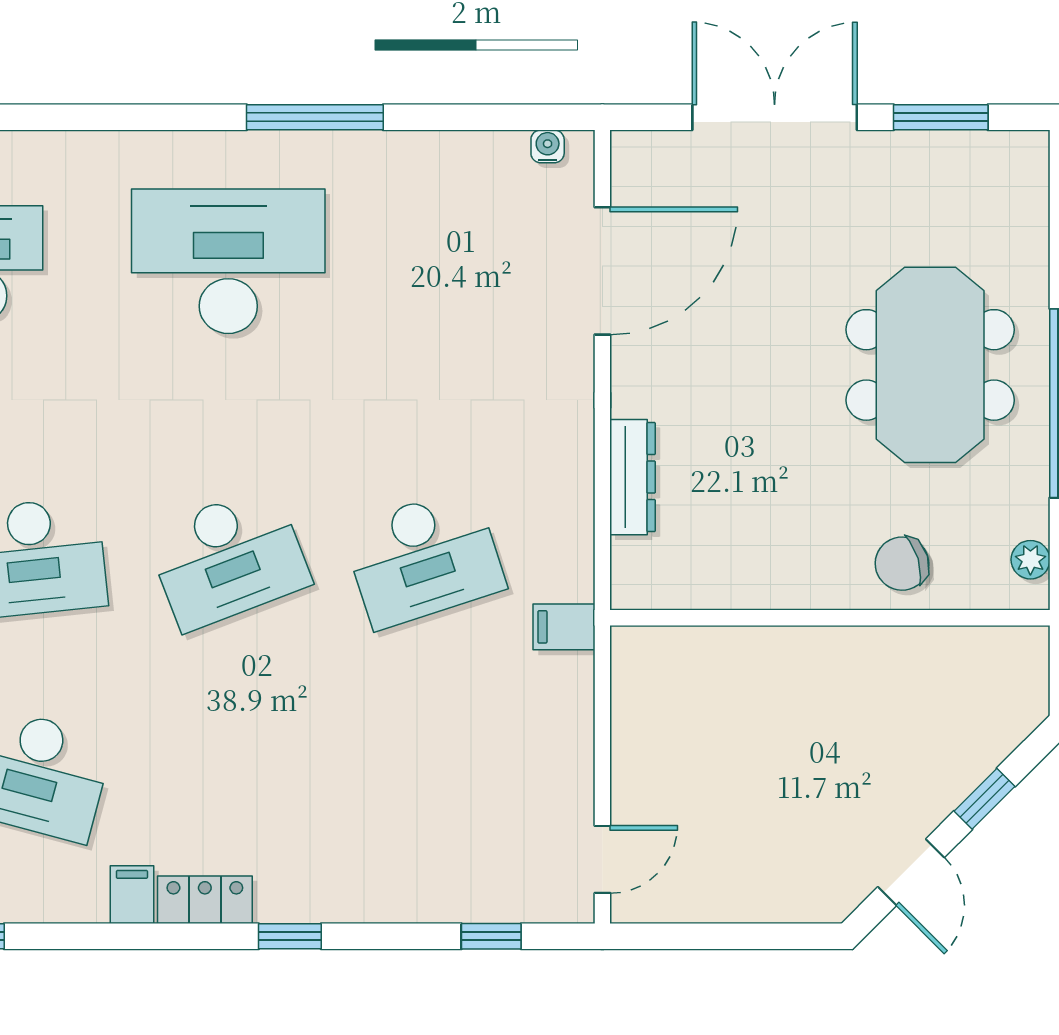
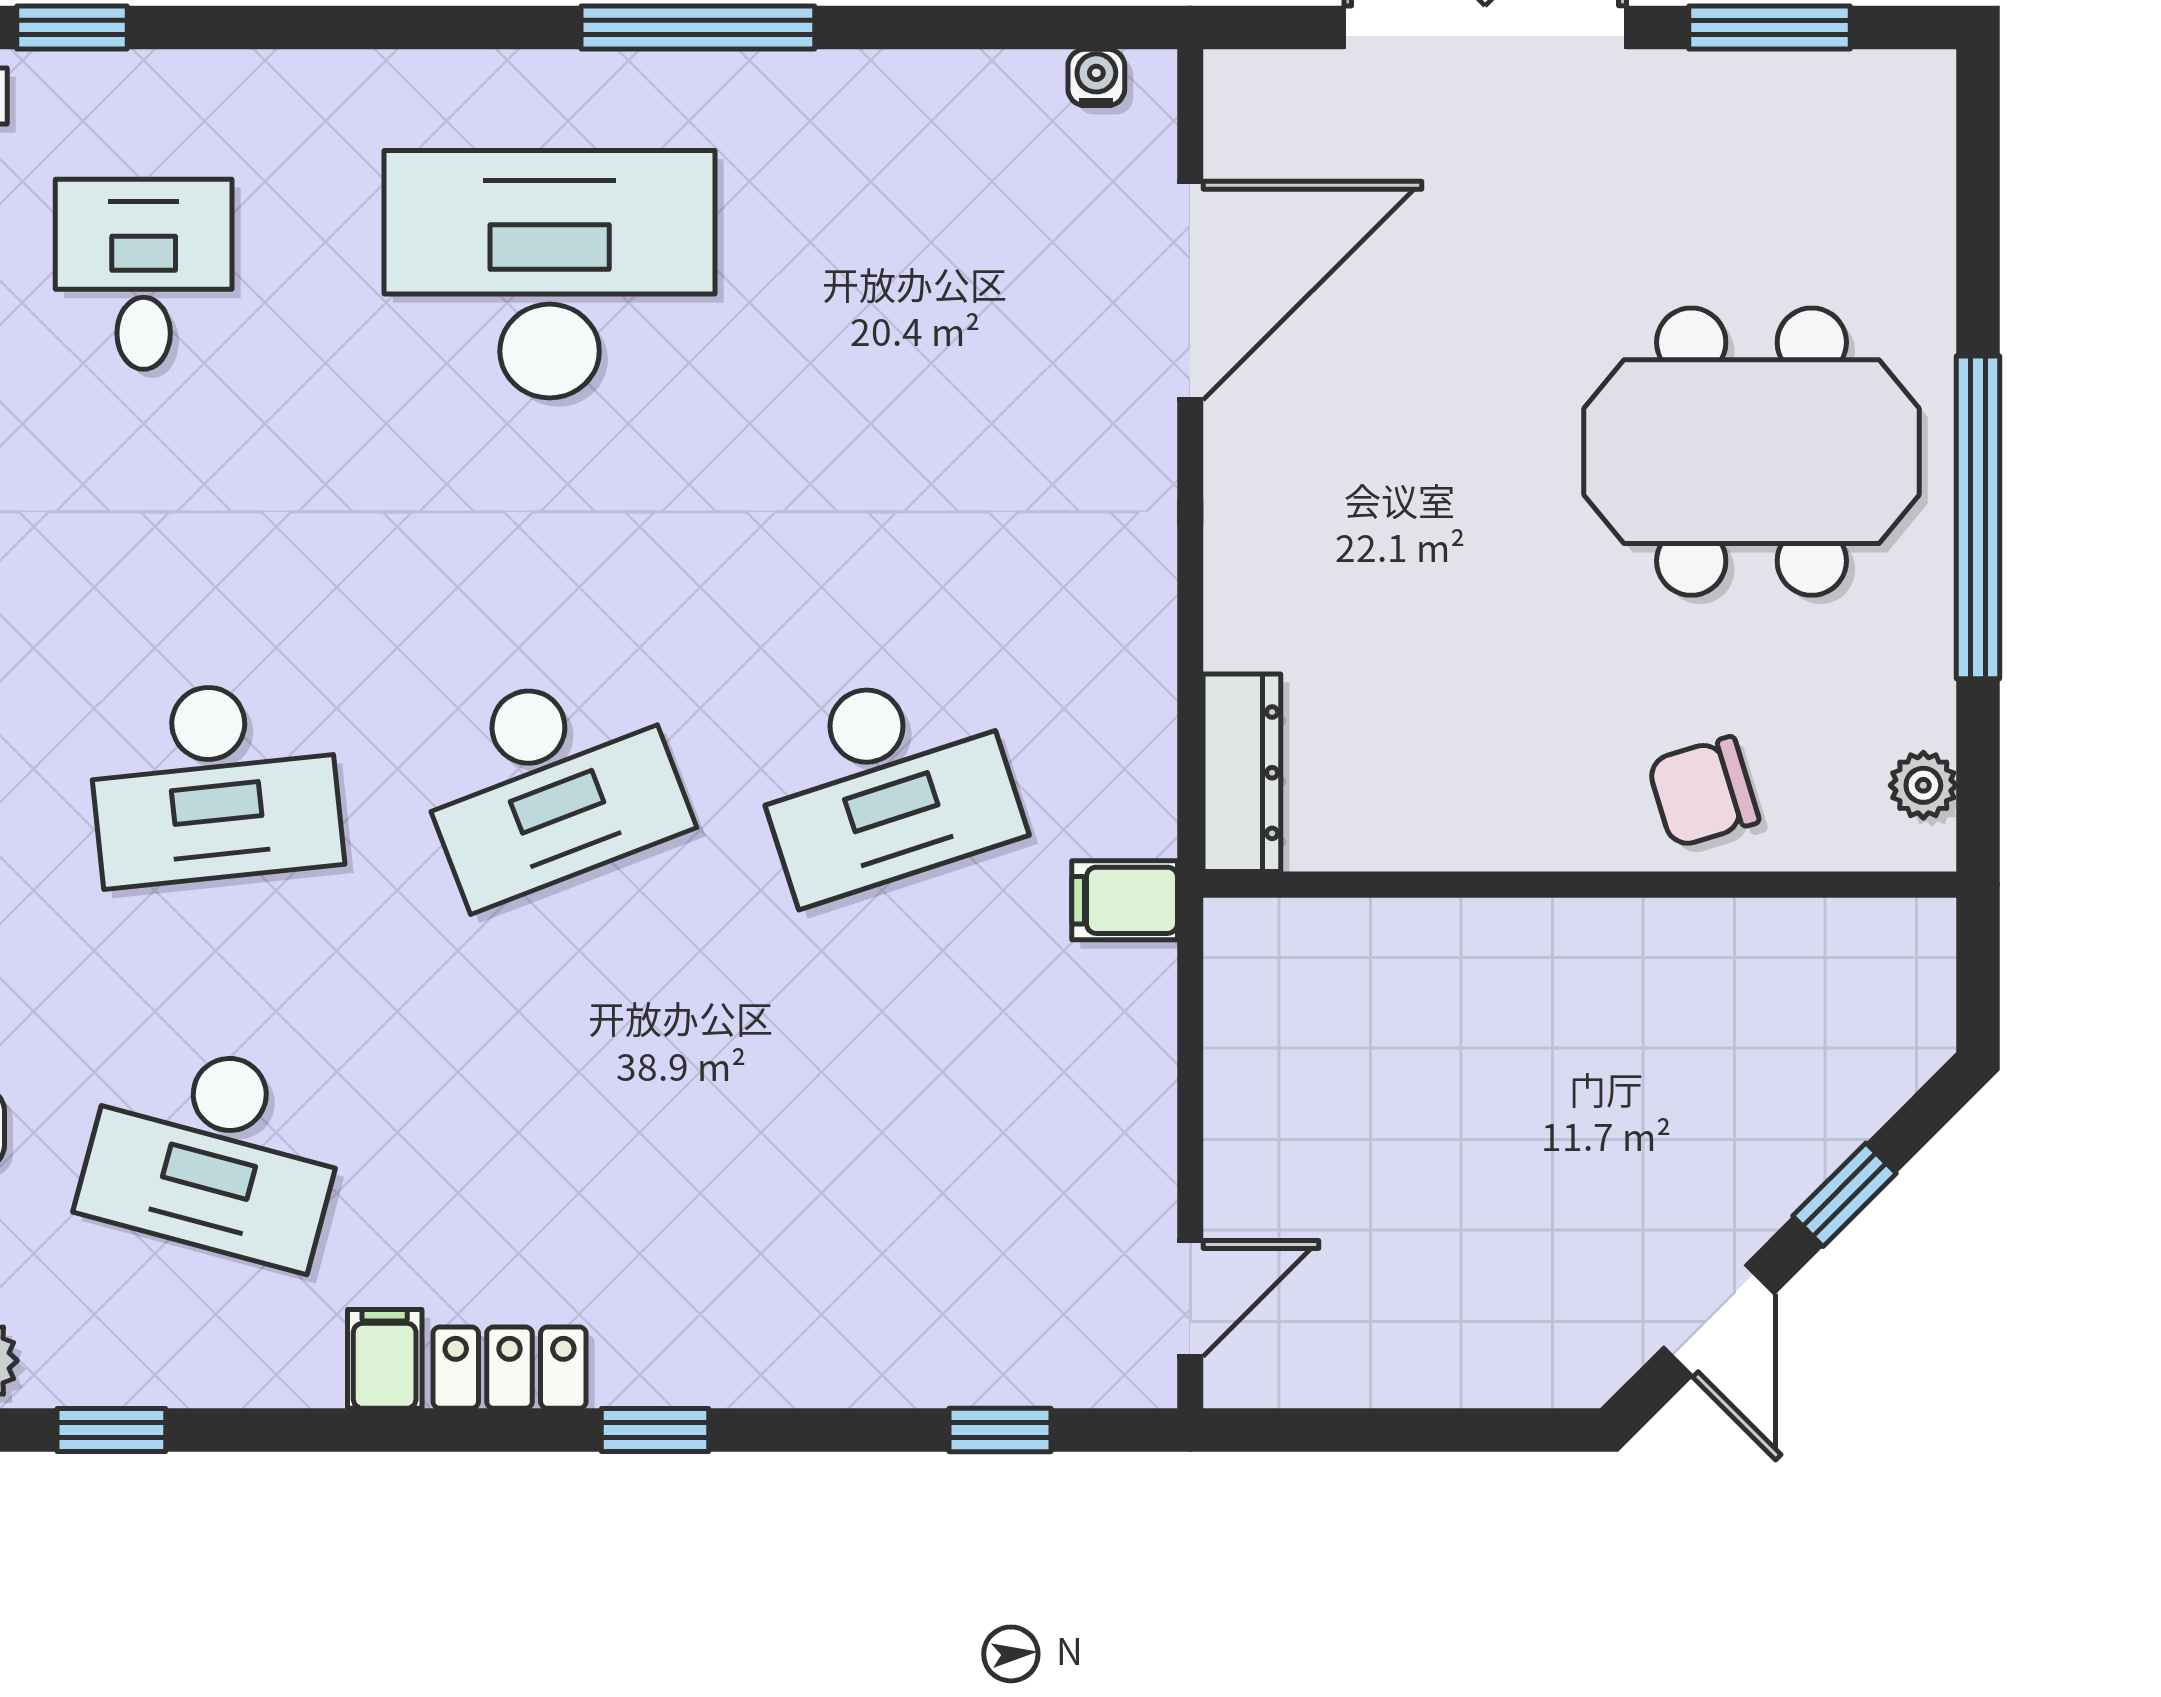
meeting table: (930, 365) -> (1751, 452), turned 90
dresser: (633, 477) -> (1242, 773), moved

